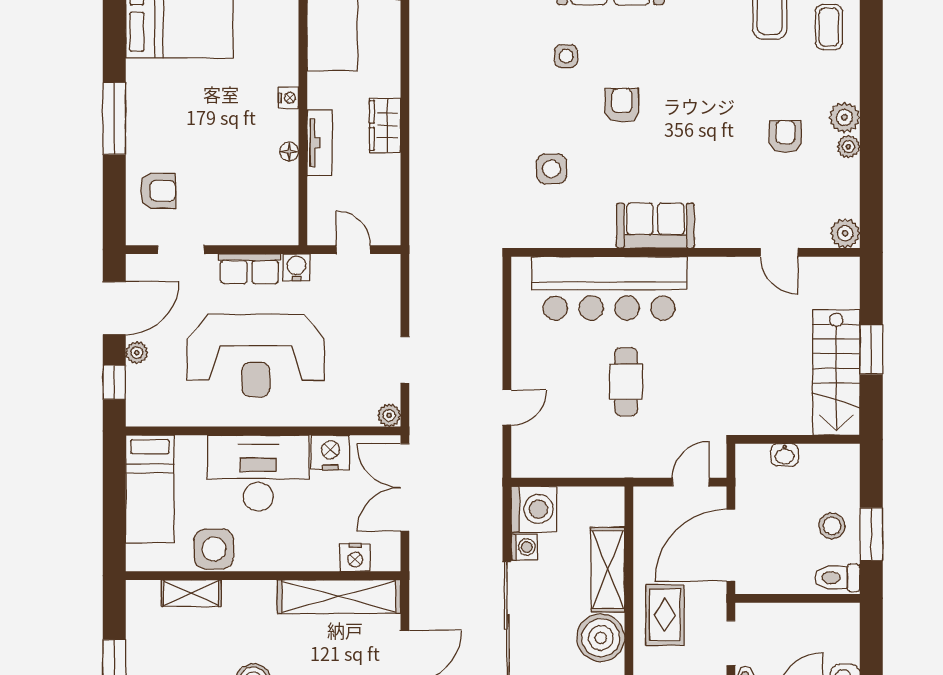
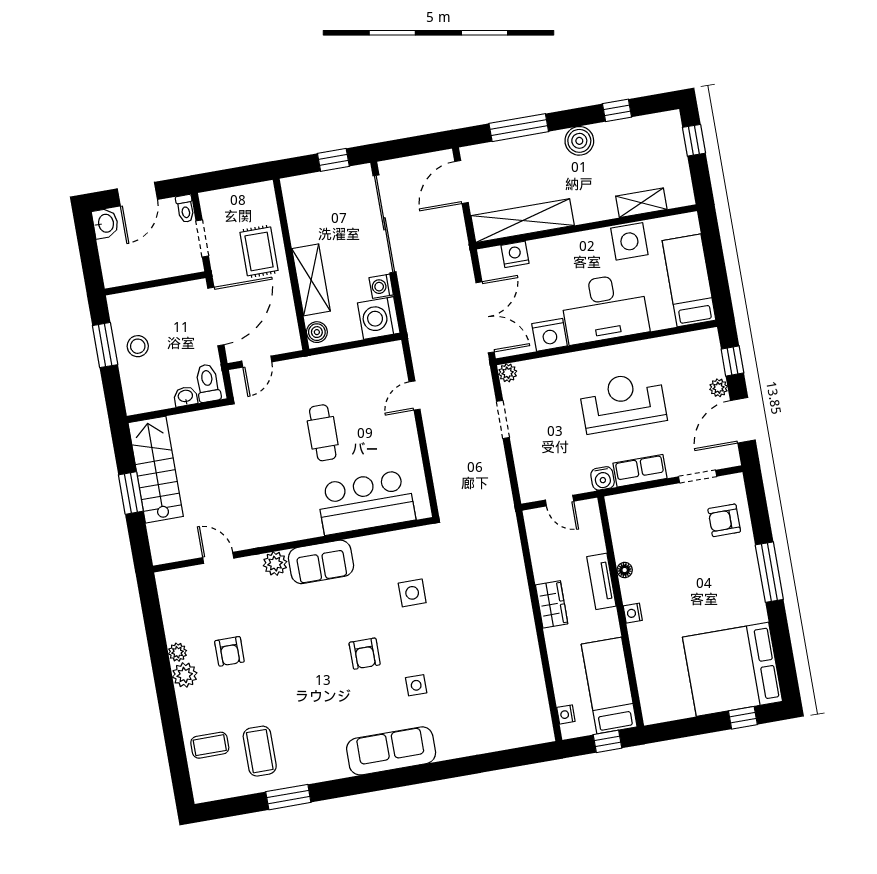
coffee table: (829, 27) -> (210, 745), turned 90
plant: (845, 233) -> (275, 564), moved
bar counter: (609, 288) -> (366, 502), width x0.73
reception desk: (256, 356) -> (623, 402), width x0.74, depth x0.77
toilet: (837, 578) -> (208, 383), moved, turned -90
boiler: (601, 638) -> (317, 332), moved, width x0.54, depth x0.54

